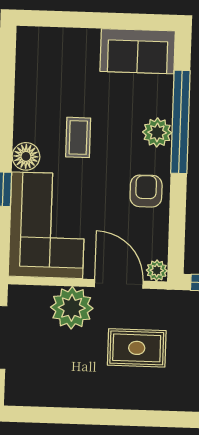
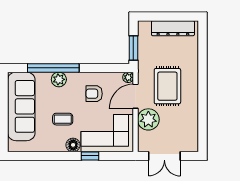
sofa: (138, 51) -> (21, 106), width x1.85, depth x1.27
armchair: (146, 191) -> (94, 94), moved
rug: (137, 348) -> (167, 86), width x1.36, depth x1.43

